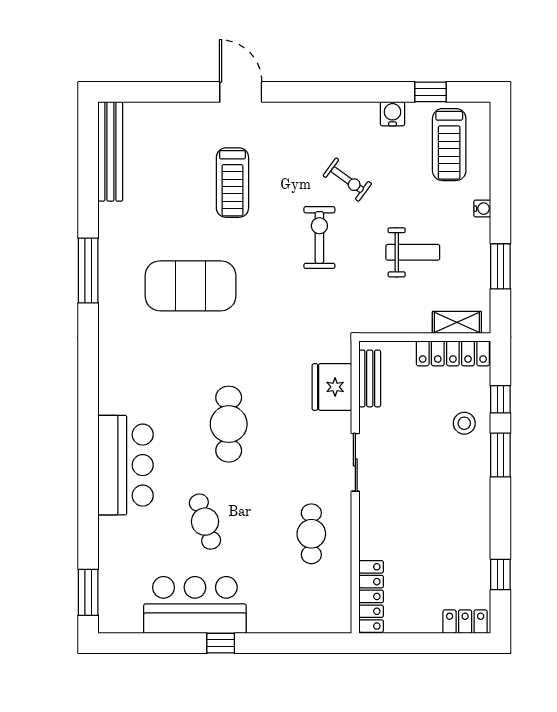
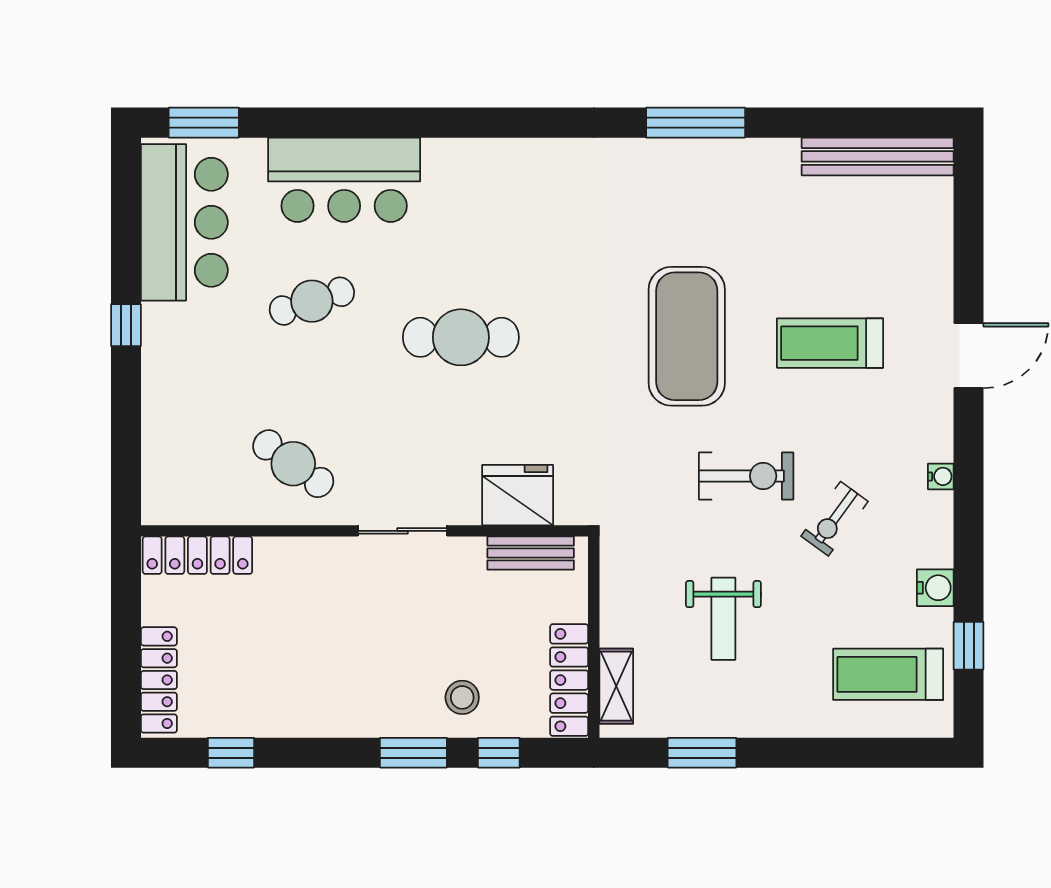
water cooler: (482, 209) -> (941, 476), moved, turned -90
exercise mat: (190, 286) -> (687, 336), moved
bar counter: (126, 465) -> (344, 180), moved
cafe table: (311, 534) -> (293, 464), turned 36
bar counter: (195, 605) -> (184, 222), moved
locker: (465, 622) -> (159, 680), width x1.53

